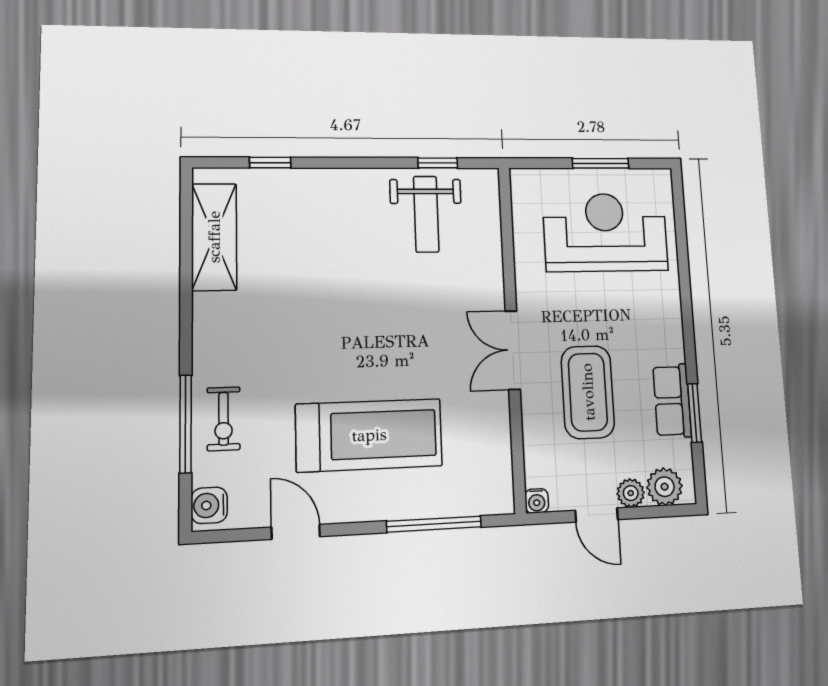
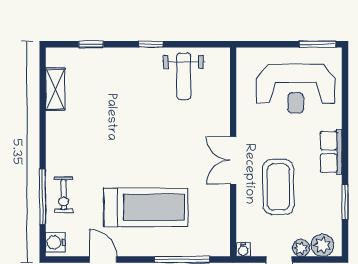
window: (438, 163) -> (151, 44), moved
window: (601, 163) -> (317, 44), moved
reception desk: (605, 232) -> (296, 89), turned 180
shelving: (214, 237) -> (55, 89), width x0.67, depth x0.75
row of seats: (672, 401) -> (331, 152), moved

